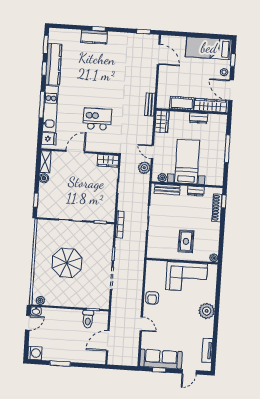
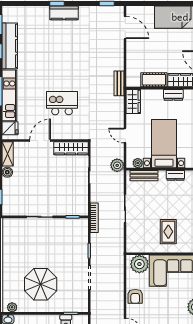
kitchen counter: (94, 37) -> (64, 13), moved
wardrobe: (108, 161) -> (71, 148), width x1.50
plant: (144, 168) -> (117, 165), moved
parasol: (67, 263) -> (41, 284), moved
plant: (158, 269) -> (139, 264), added

